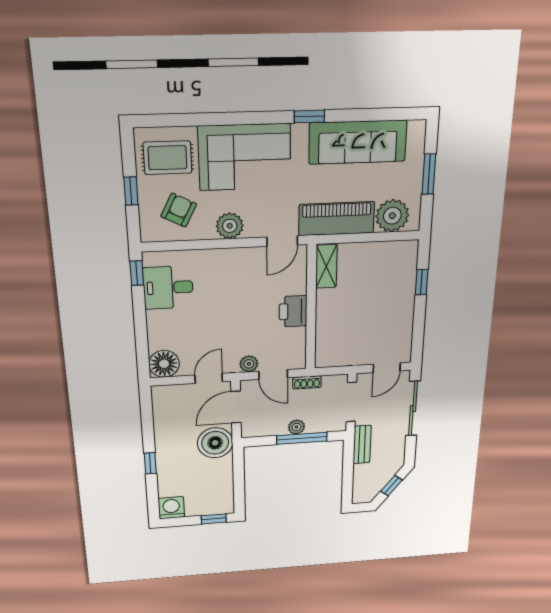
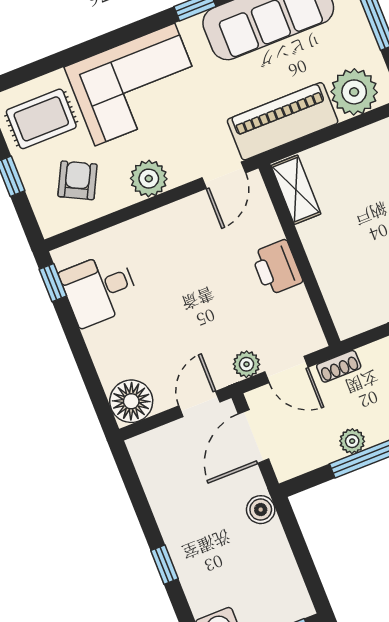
boiler: (215, 443) -> (261, 510), width x0.54, depth x0.54

